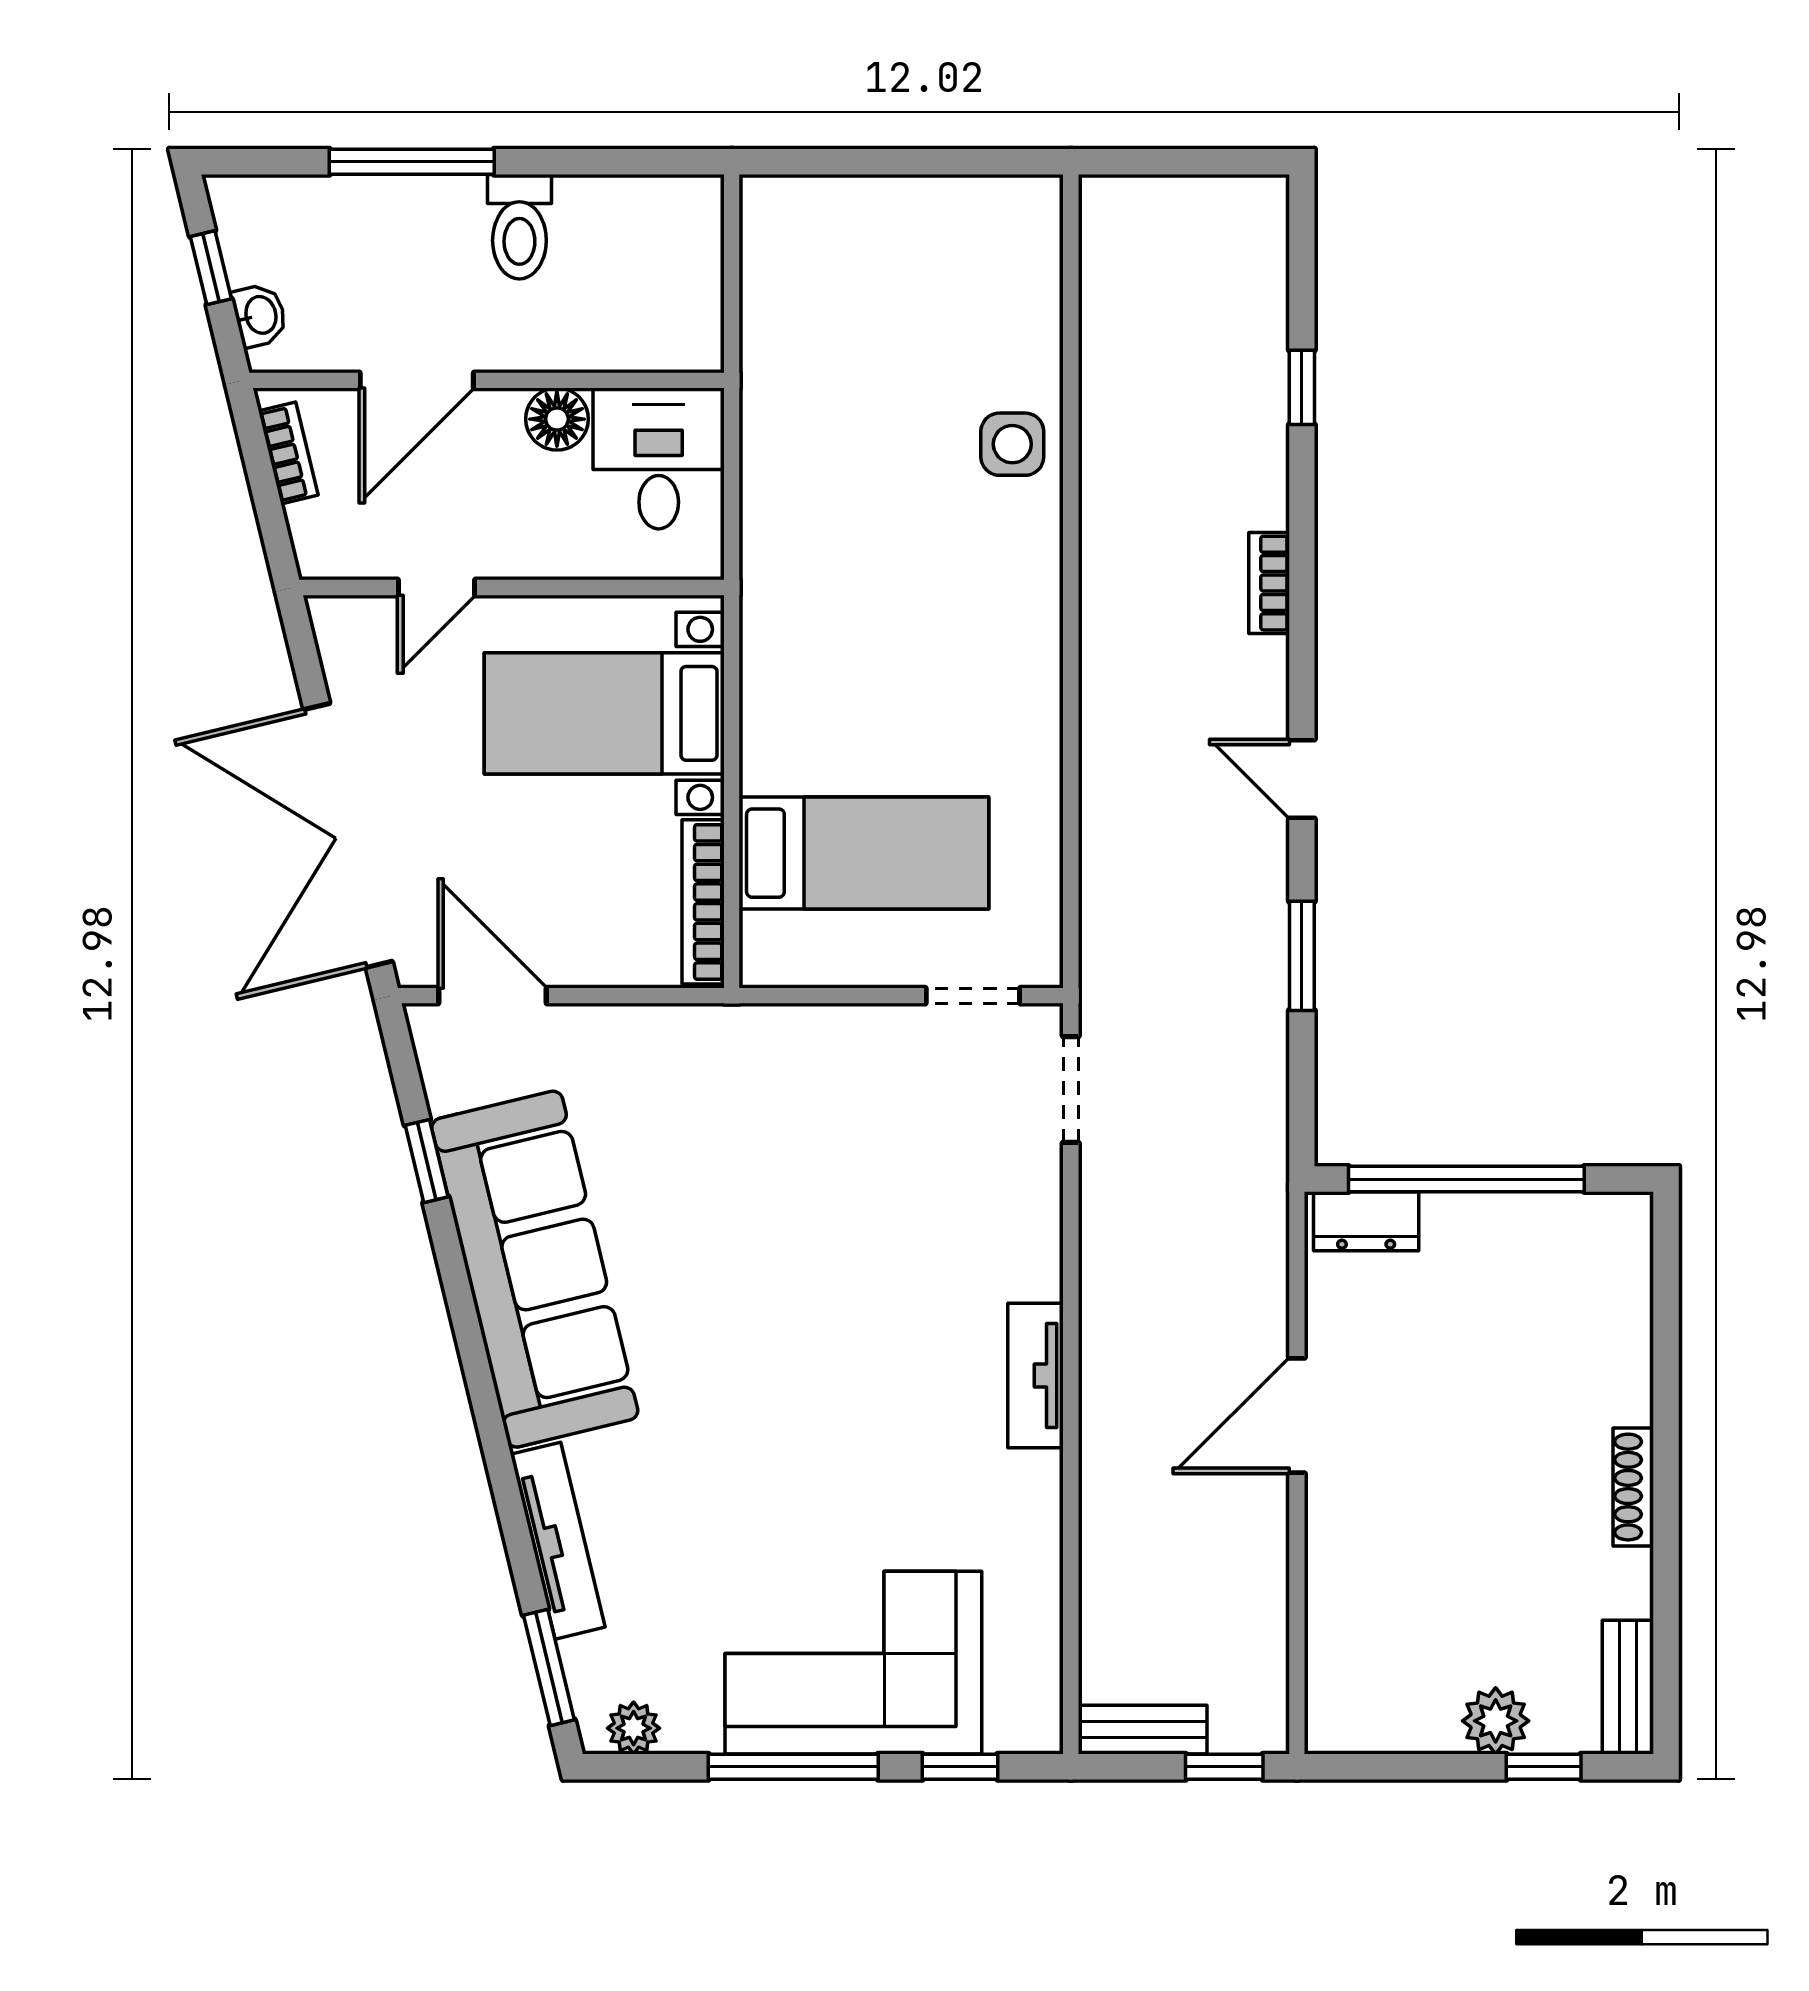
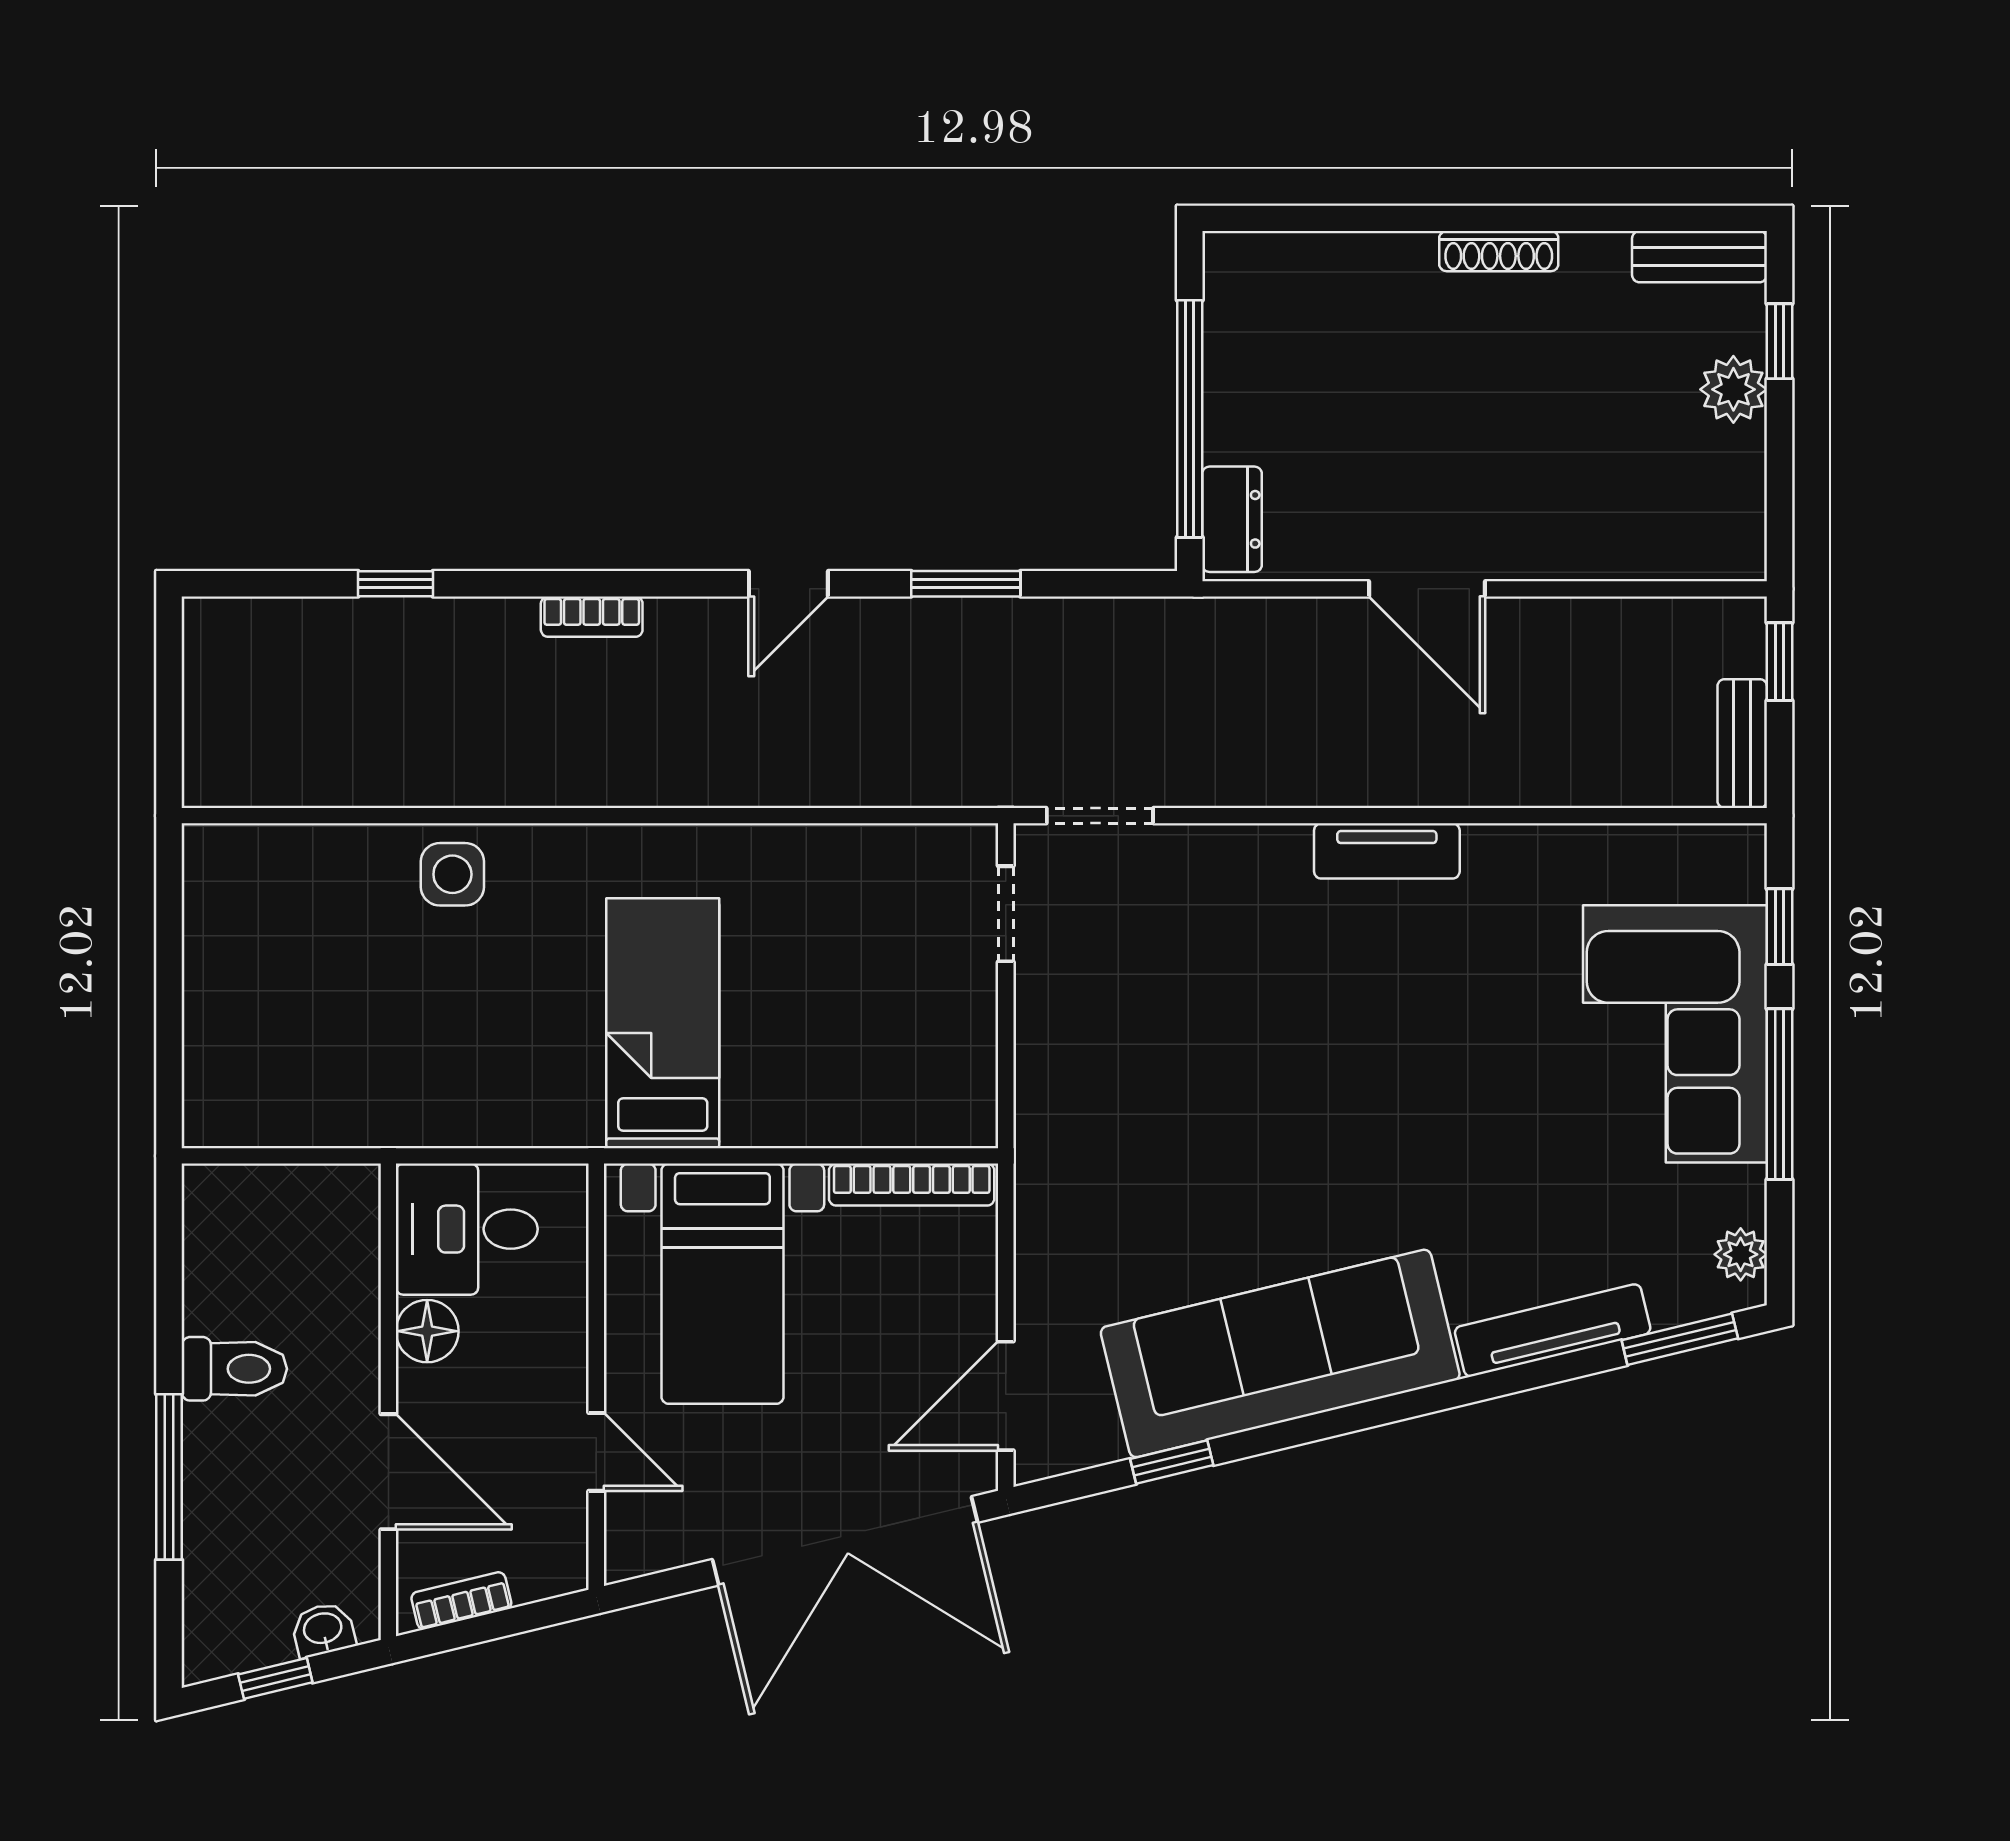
bed: (864, 853) -> (663, 1023), moved

